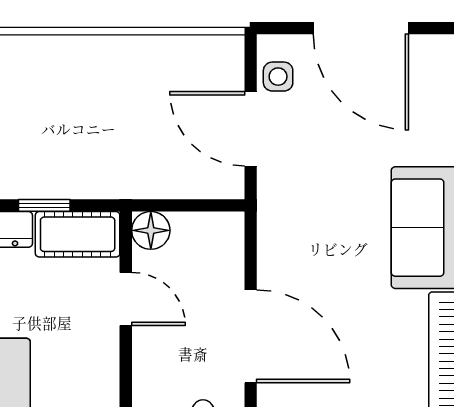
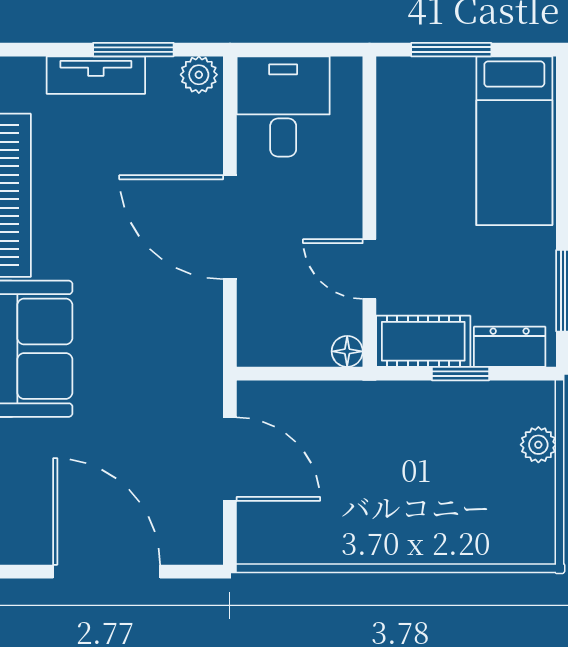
side table: (278, 77) -> (199, 518), removed
floor lamp: (151, 230) -> (347, 351), width x0.73, depth x0.73

